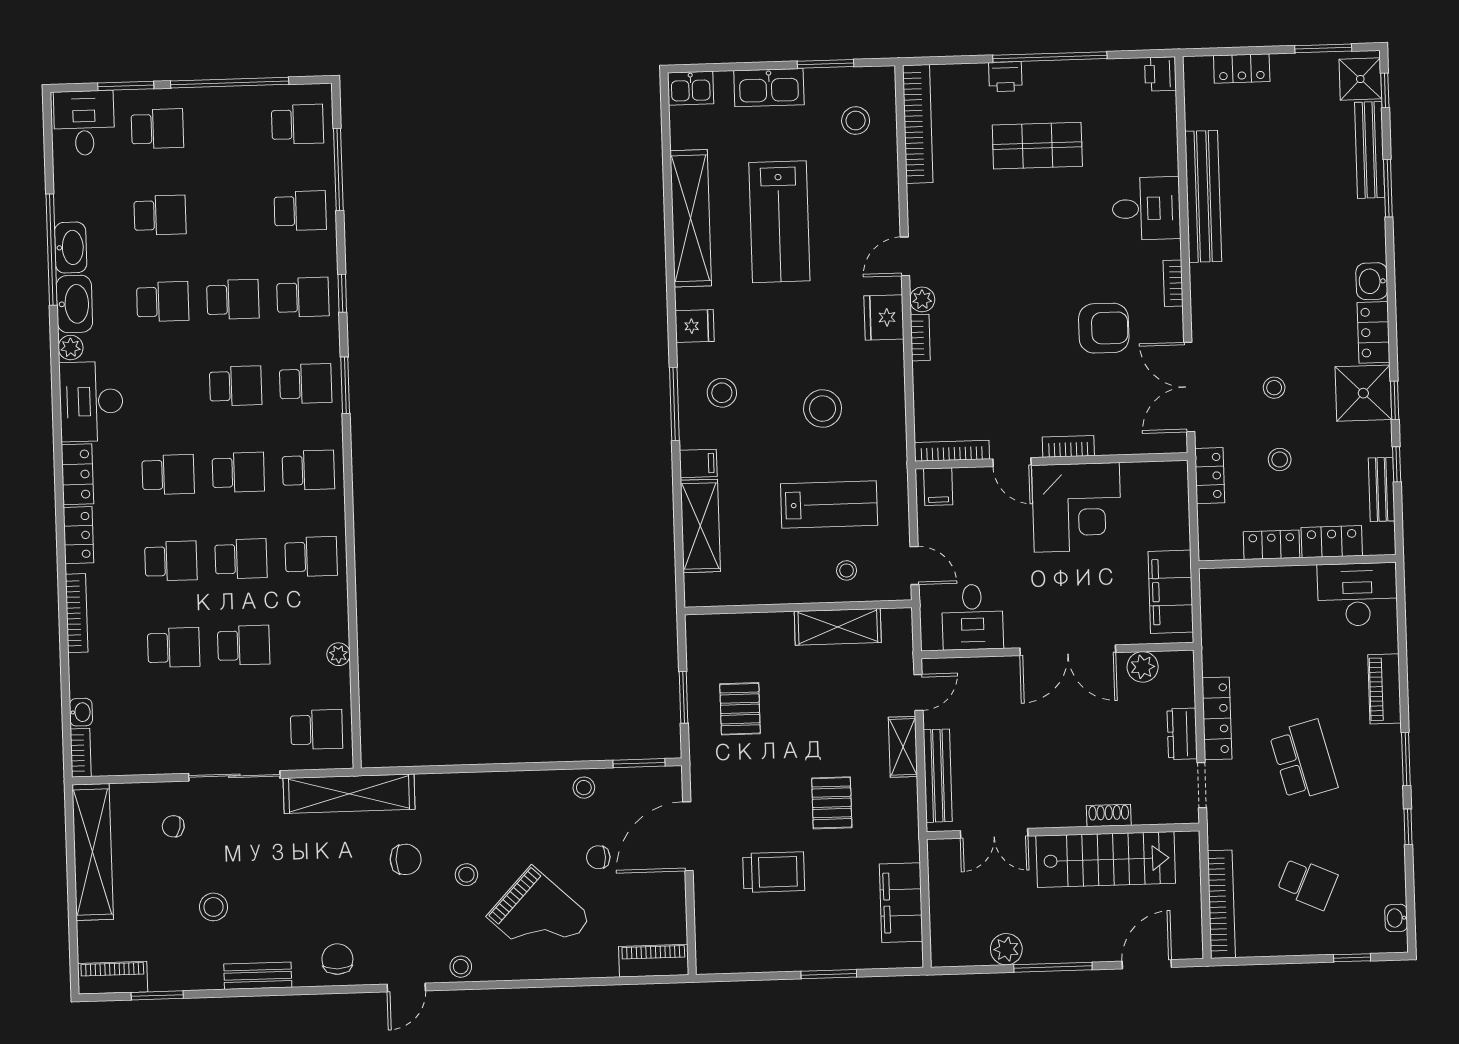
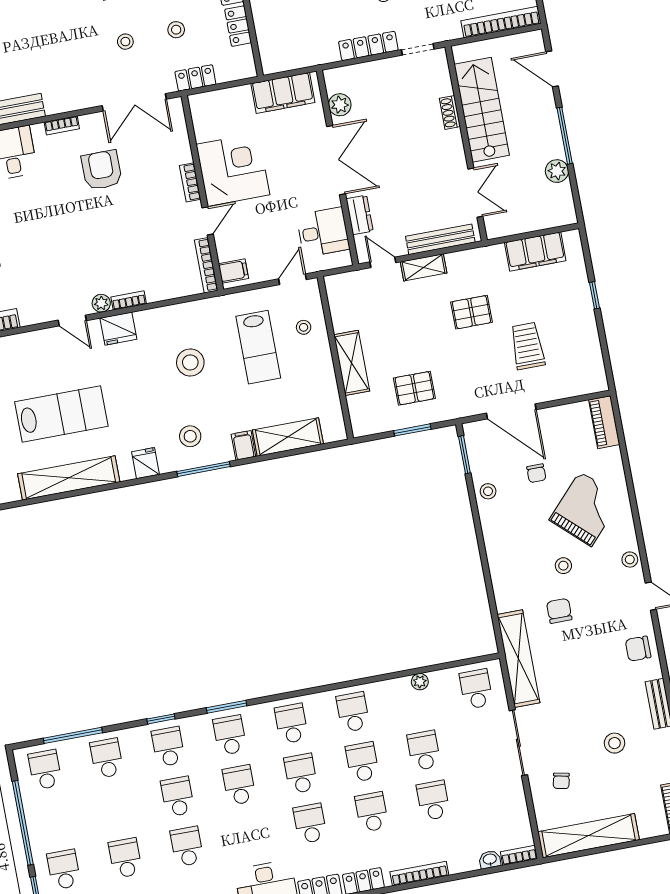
lab bench: (829, 504) -> (258, 347), turned 180
shelving: (838, 627) -> (352, 363), moved
dresser: (1182, 734) -> (360, 215), moved, turned -90
window: (829, 974) -> (594, 295), width x0.67

